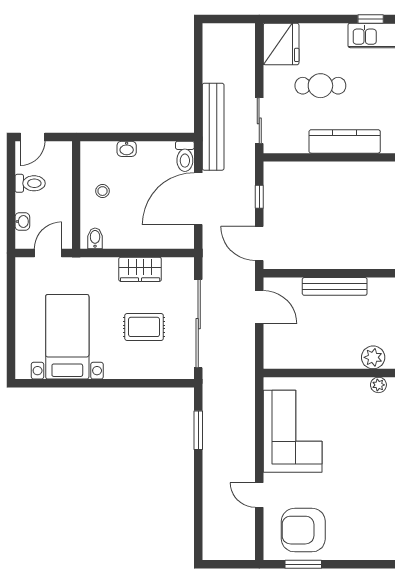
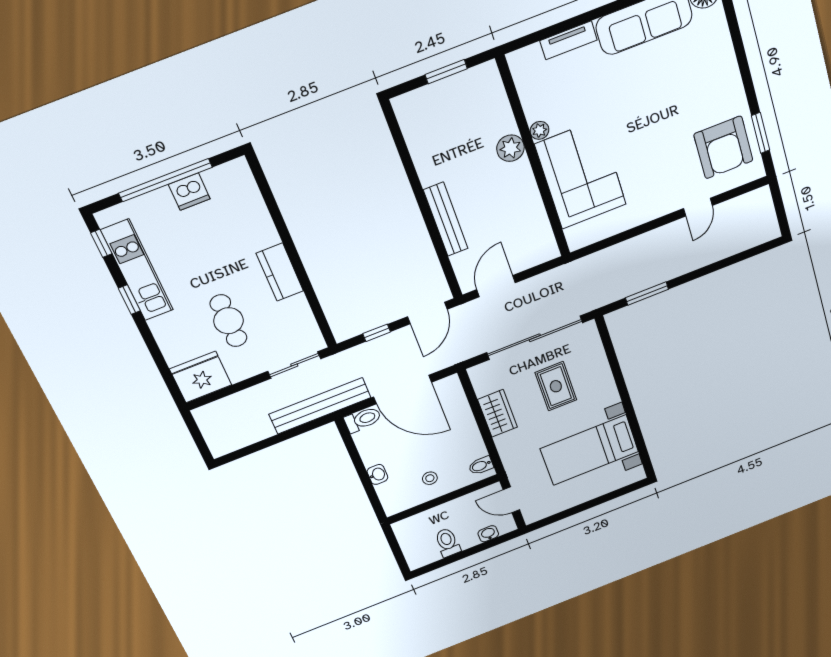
door: (33, 137) -> (400, 559), removed
kitchen counter: (345, 141) -> (280, 272), width x0.67
corner sofa: (293, 431) -> (581, 175), moved, turned 90

